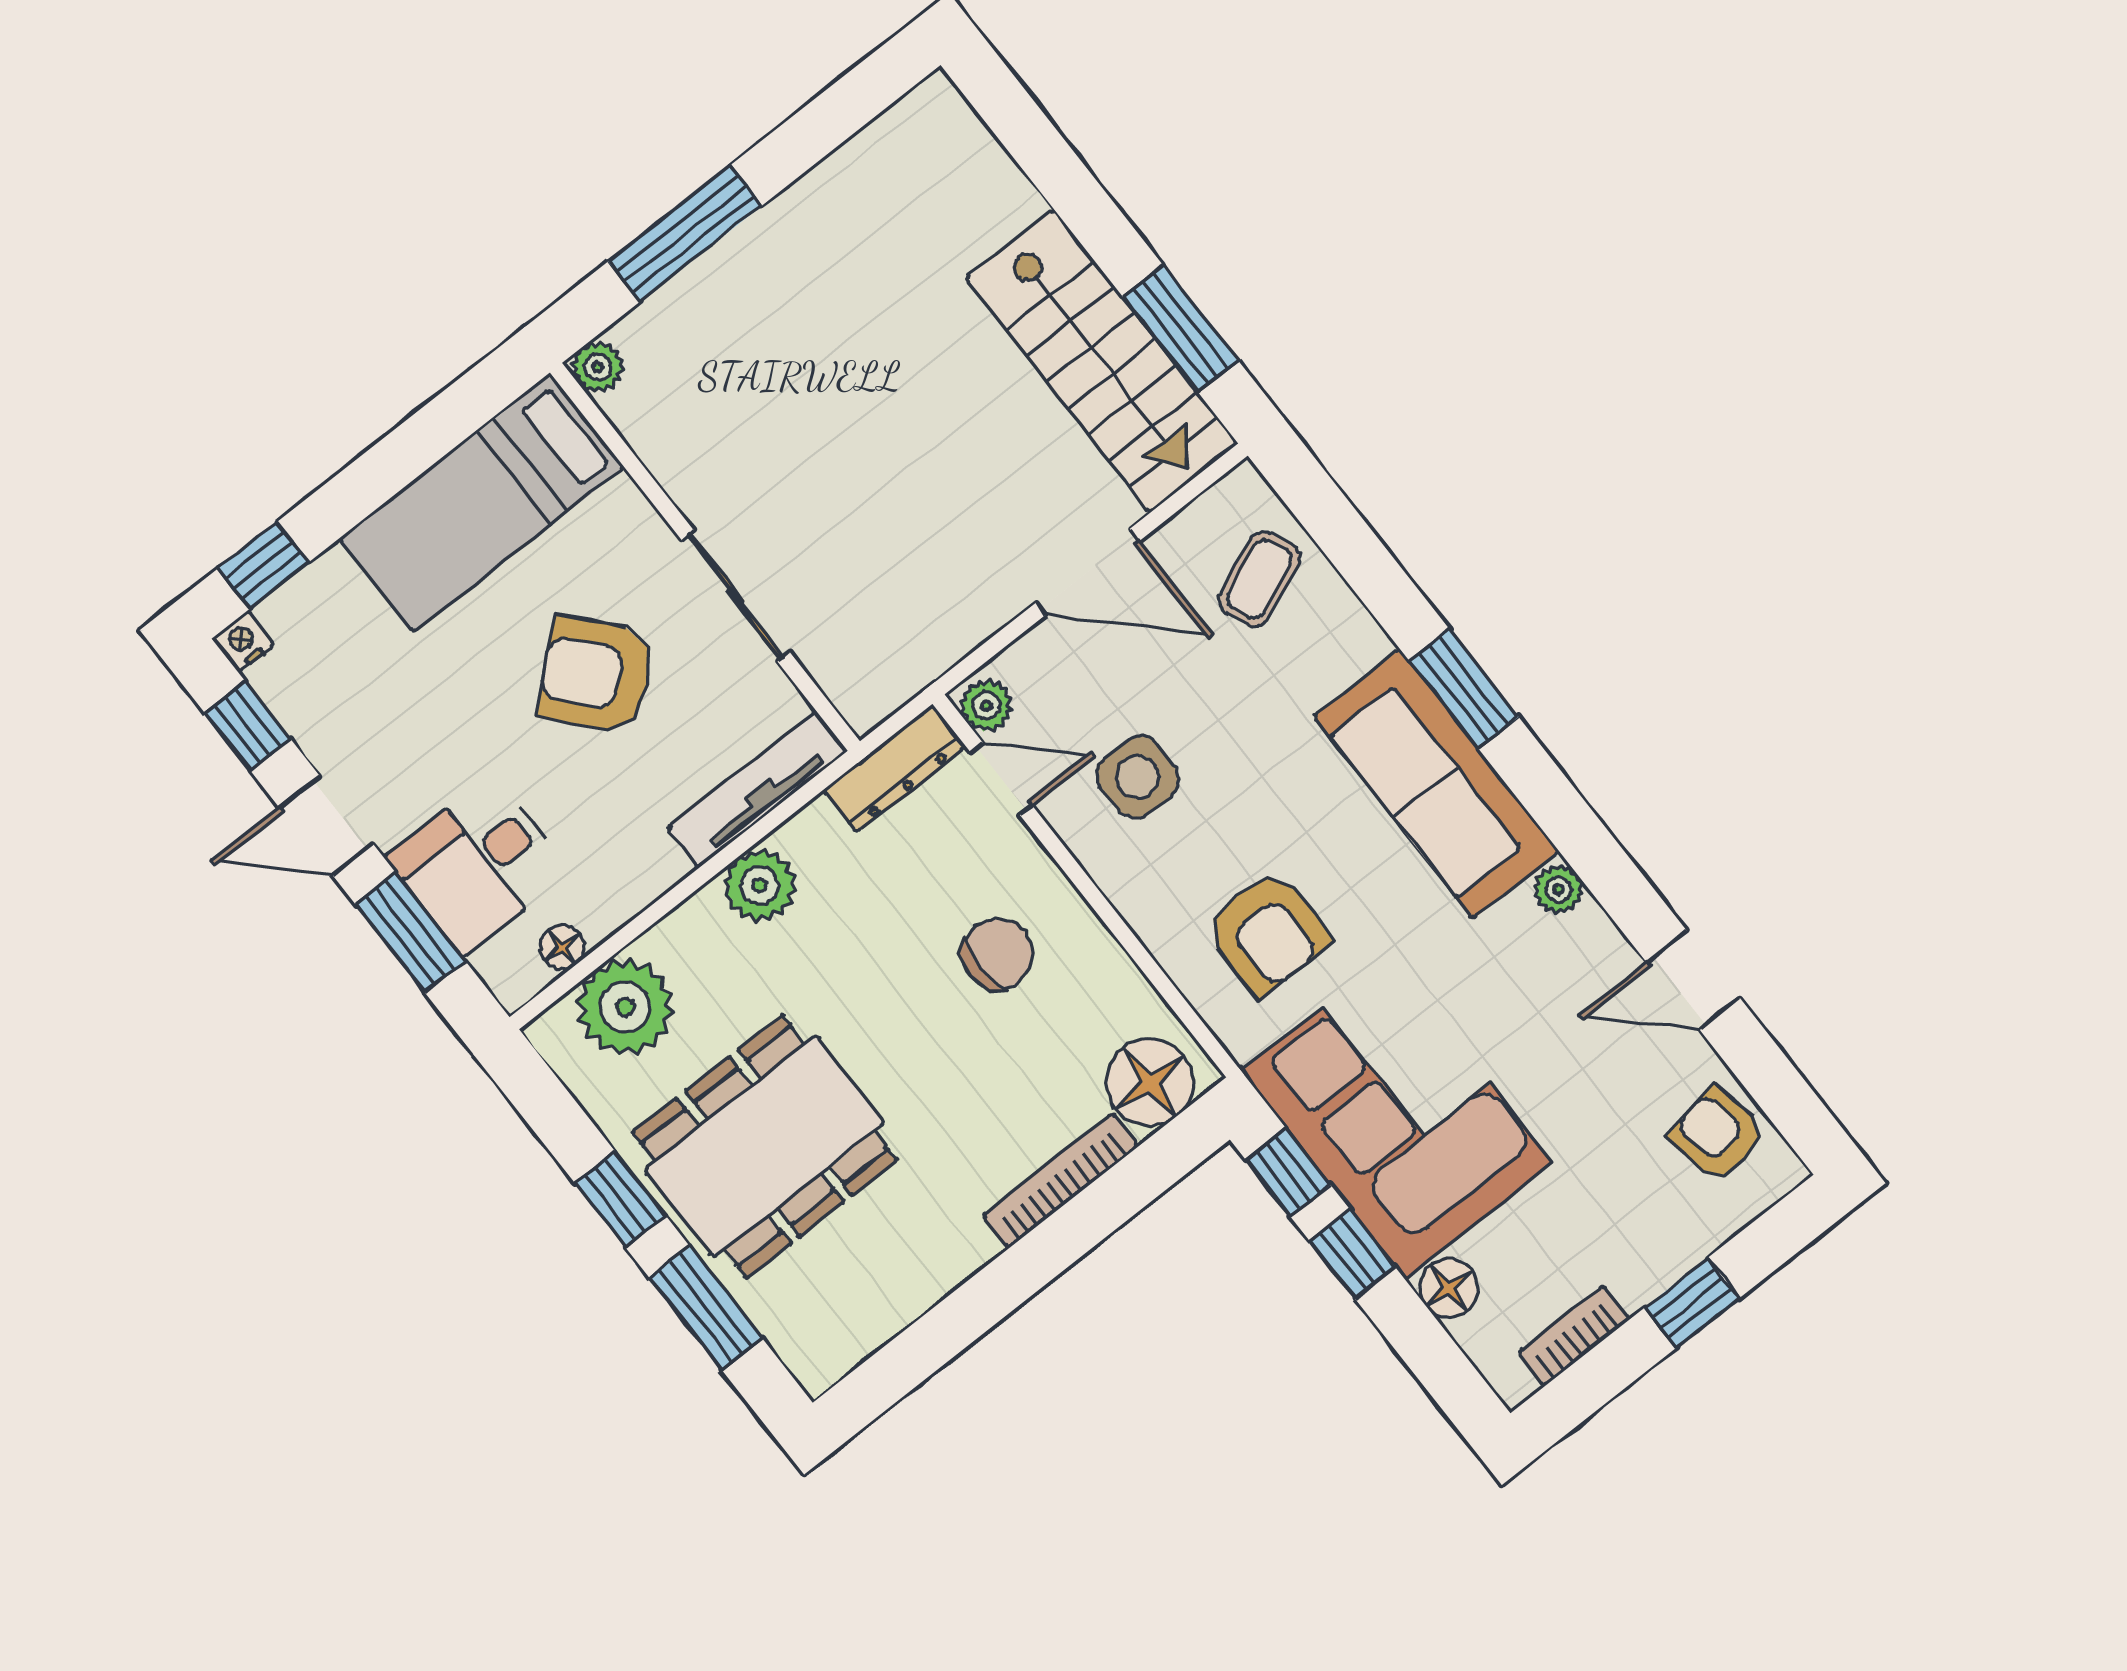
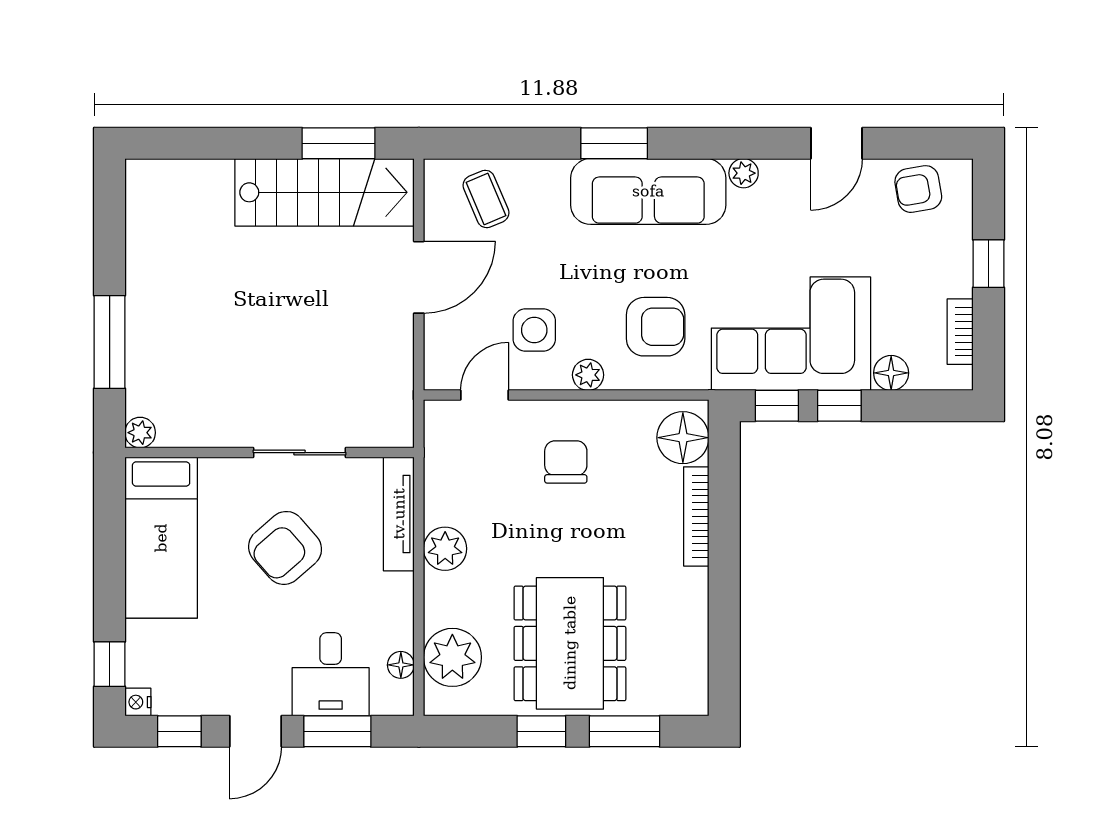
plant: (986, 706) -> (588, 375), moved
dresser: (894, 768) -> (440, 442), removed

